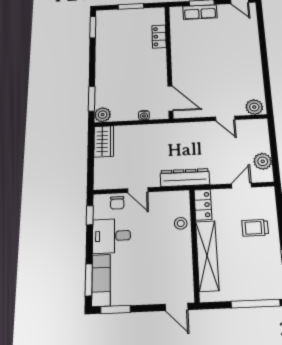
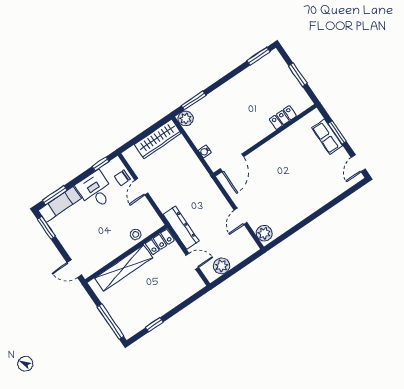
wardrobe: (104, 141) -> (158, 139), width x1.50
dresser: (185, 178) -> (181, 228), moved
trolley: (255, 228) -> (165, 290), removed
door: (177, 307) -> (74, 269), hinge flipped

